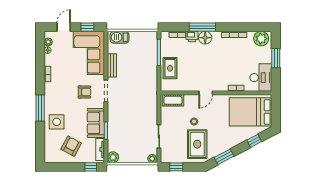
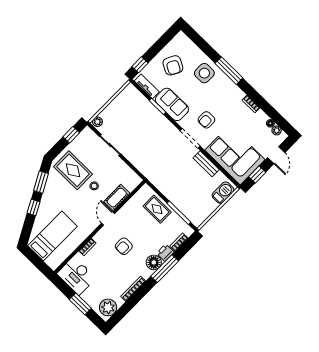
armchair: (213, 66) -> (124, 246), added
cot: (173, 100) -> (117, 198), moved
bed: (251, 112) -> (53, 236), width x0.67
window: (254, 141) -> (34, 207), moved
plant: (113, 157) -> (130, 91), removed

